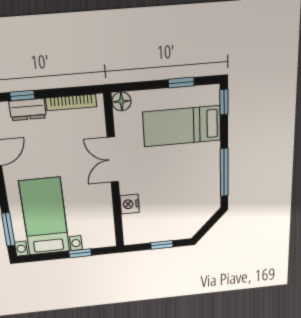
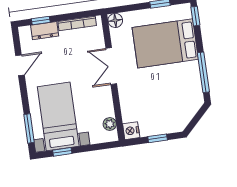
bed: (182, 126) -> (165, 43), width x1.50
nightstand: (130, 204) -> (131, 131), moved
plant: (107, 227) -> (110, 124), added
window: (80, 253) -> (62, 152), moved

